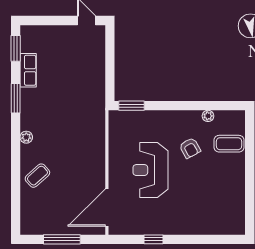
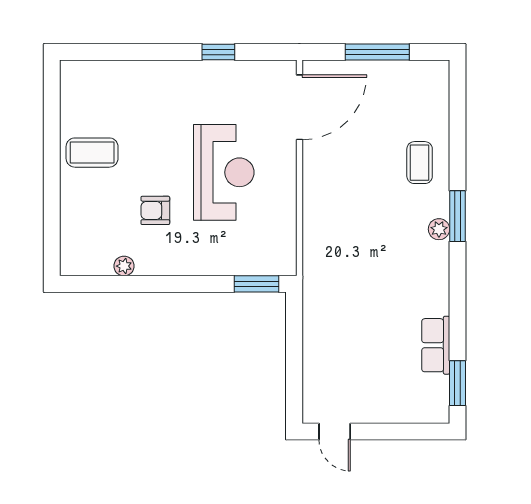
window: (16, 98) -> (457, 216), moved
coffee table: (229, 144) -> (92, 153), moved
armchair: (190, 148) -> (155, 210), turned -61
coffee table: (37, 176) -> (420, 163), turned -48

